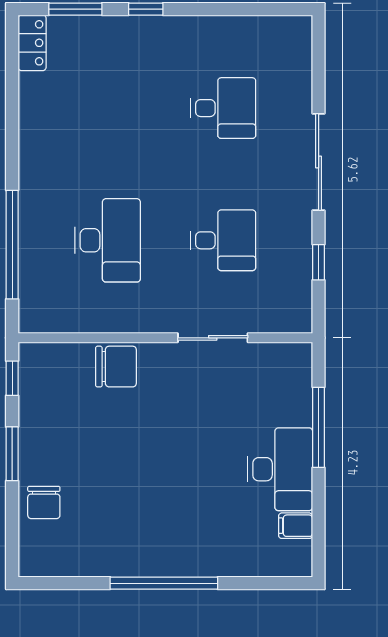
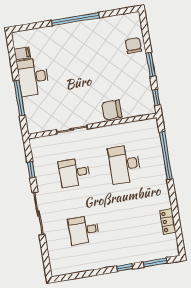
locker: (32, 43) -> (168, 222), moved

